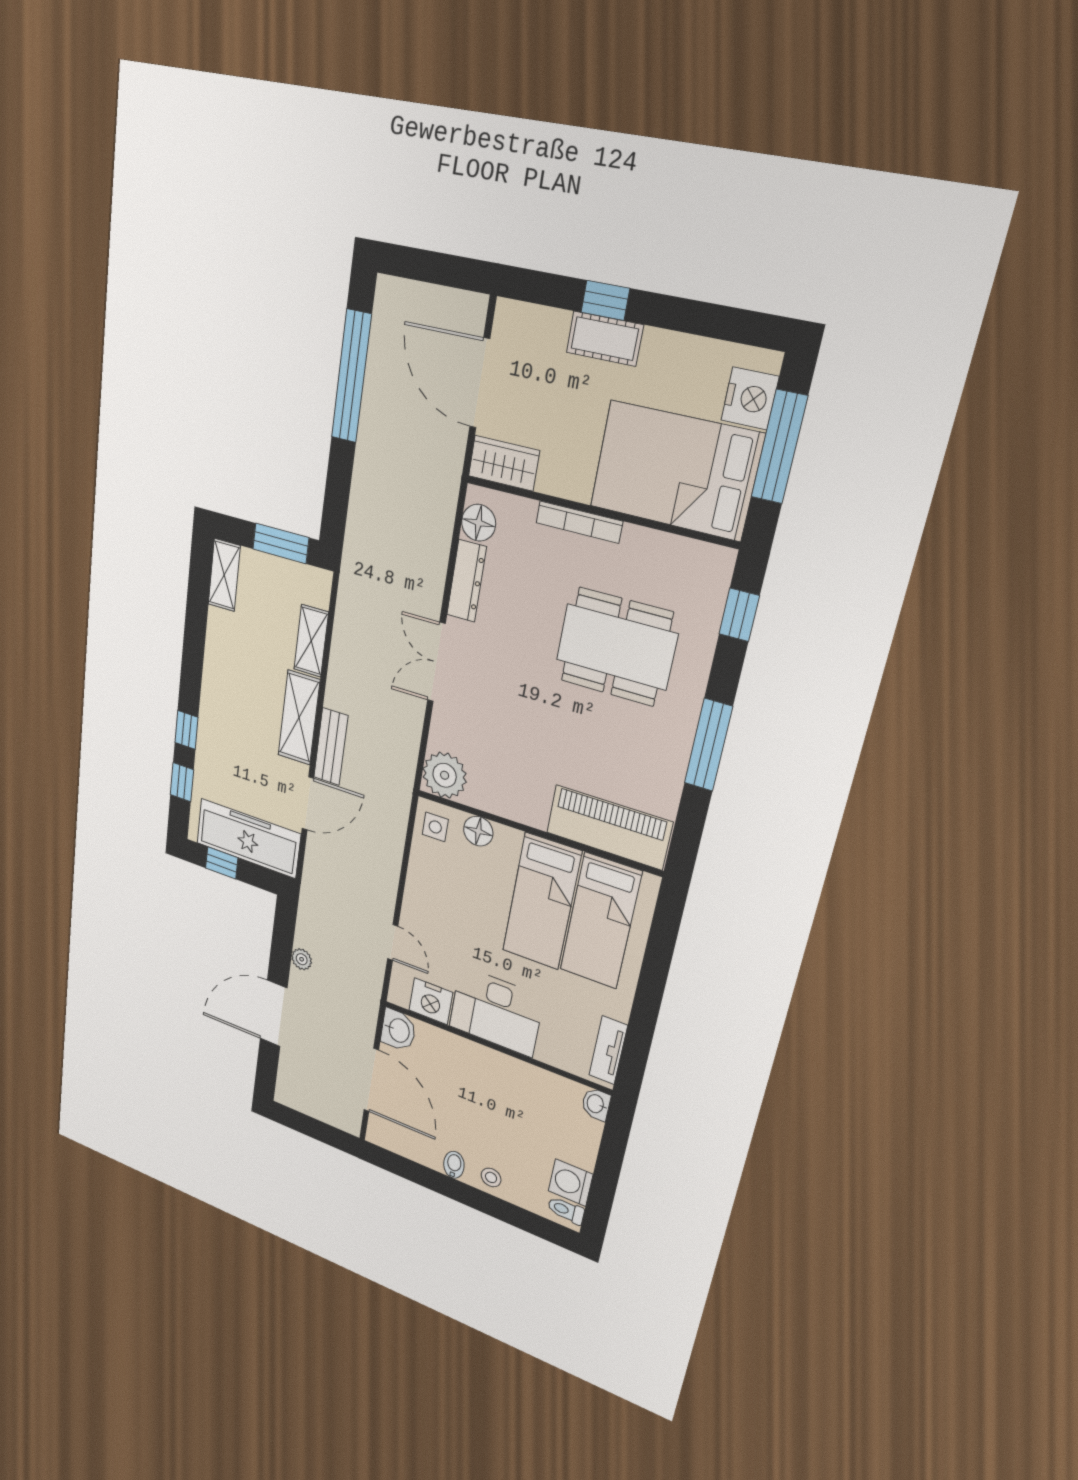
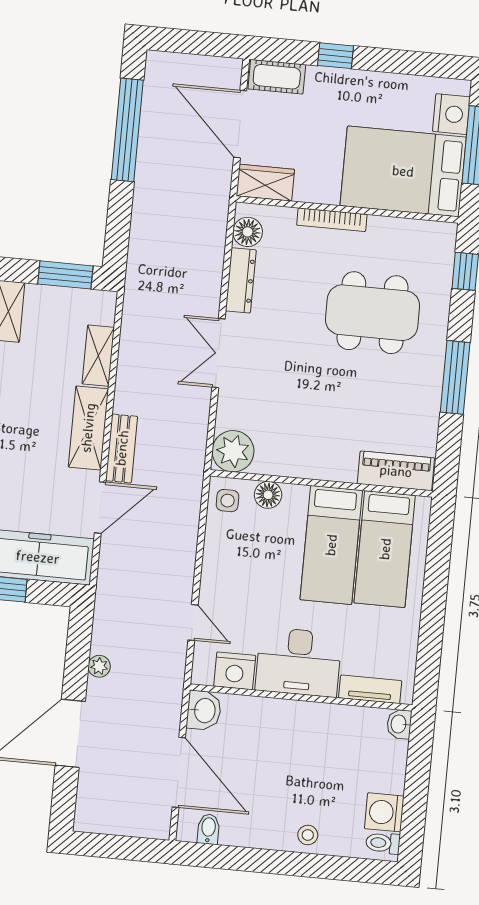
cot: (605, 339) -> (277, 77), moved
piano: (609, 827) -> (396, 471), width x0.73, depth x0.75
tv unit: (608, 1050) -> (370, 689), moved, turned 90
bidet: (454, 1165) -> (208, 829), moved

